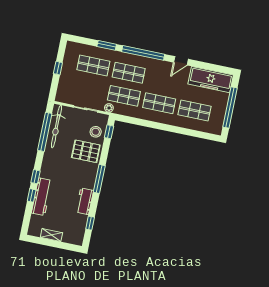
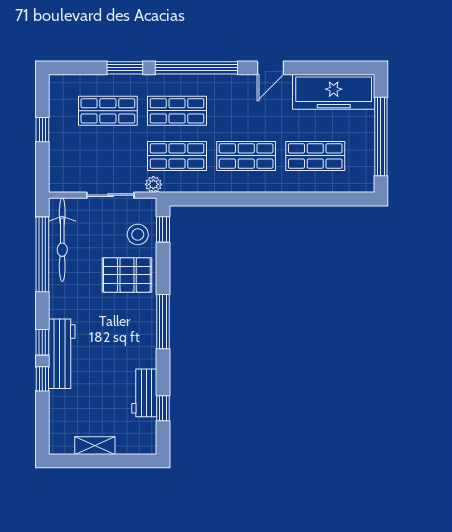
workbench: (42, 197) -> (62, 354), moved
workbench: (85, 201) -> (144, 393), moved

